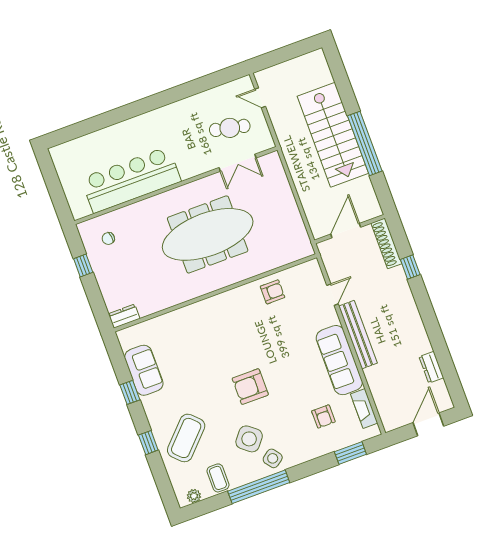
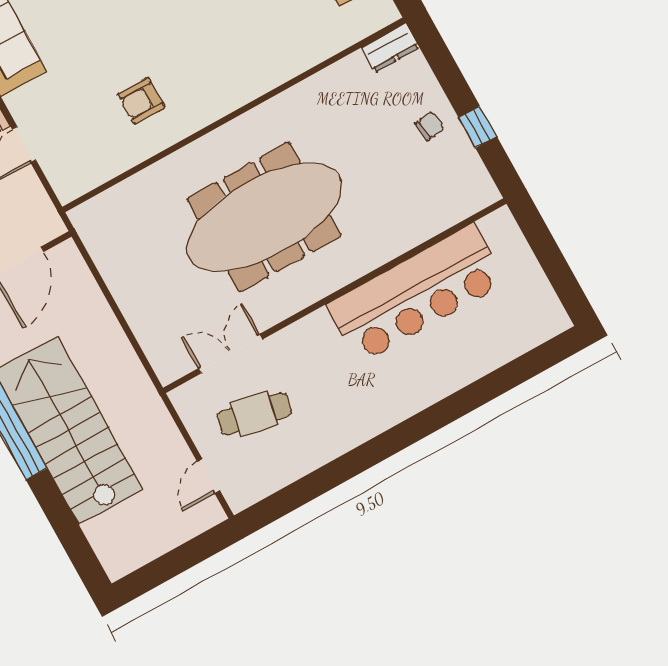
door: (260, 98) -> (209, 476), swing flipped
chair: (108, 238) -> (430, 126), moved
armchair: (273, 292) -> (141, 101), moved

